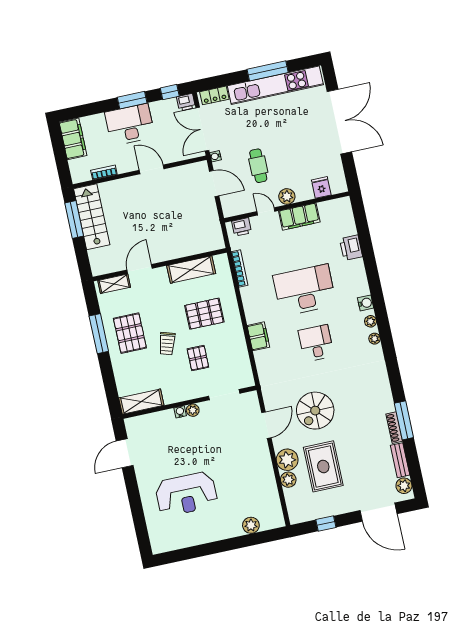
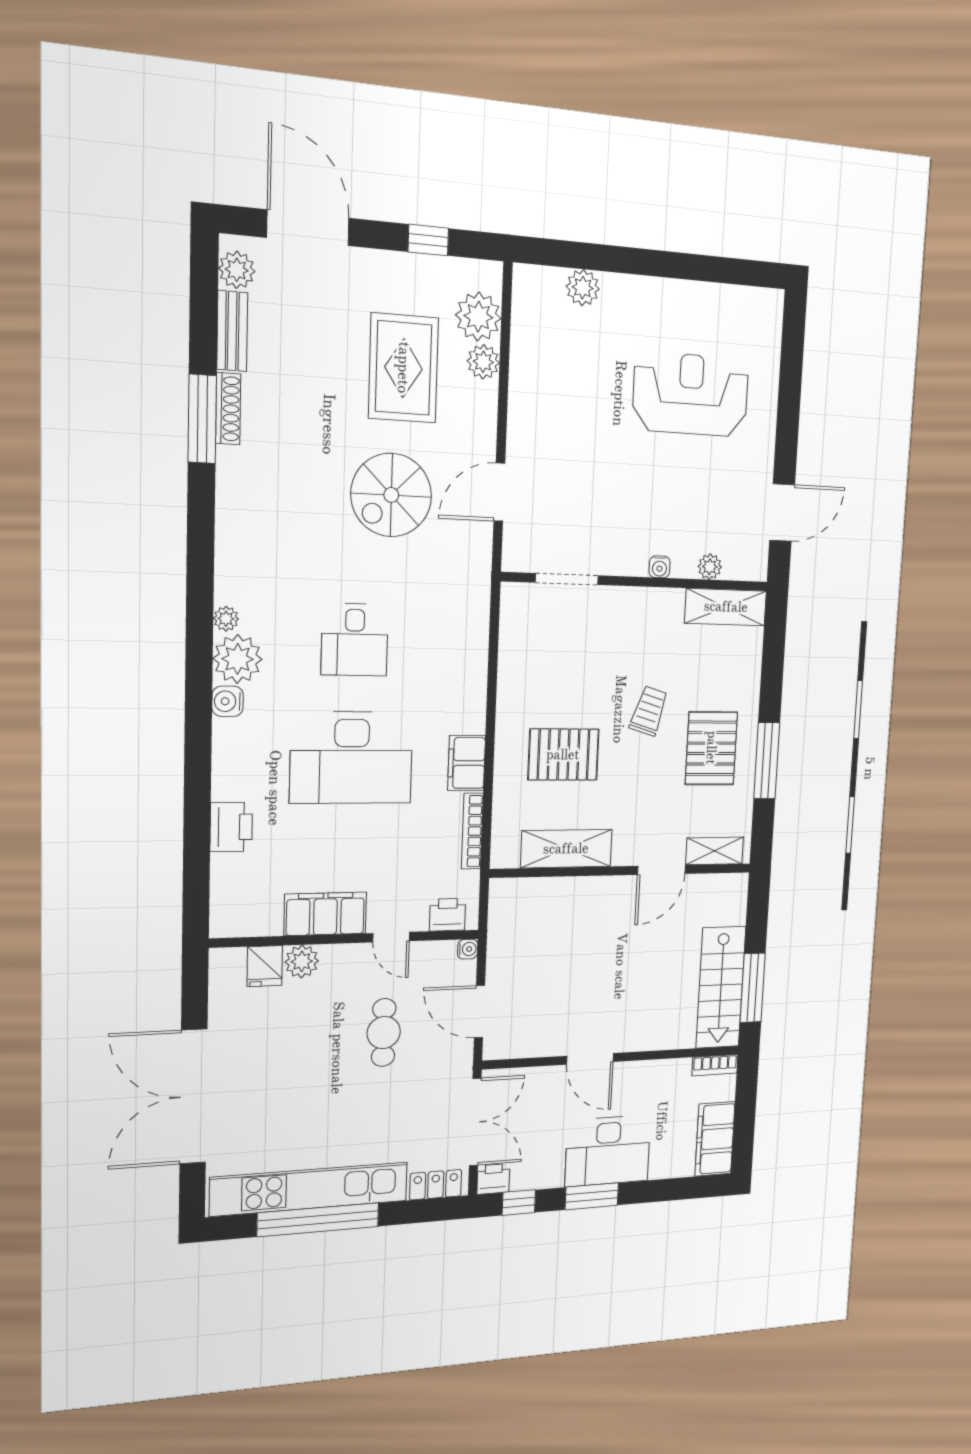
window: (268, 71) -> (318, 1220), width x1.46
water cooler: (215, 156) -> (468, 949), moved
bookcase: (104, 172) -> (715, 1065), moved
plant: (287, 196) -> (302, 961), moved
plant: (371, 321) -> (238, 659), width x1.88, depth x1.88
filing cabinet: (258, 336) -> (467, 763), moved
pallet: (198, 358) -> (598, 668), removed
plant: (193, 410) -> (710, 567), moved
spiral stairs: (315, 411) -> (391, 495), turned 180
plant: (287, 460) -> (478, 317), moved

